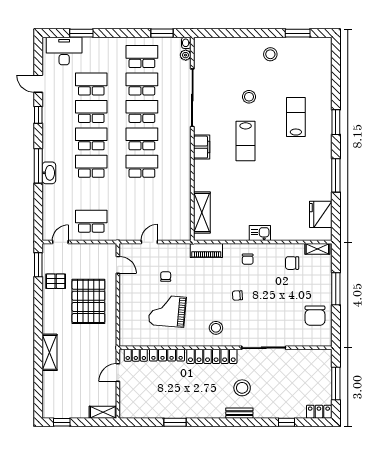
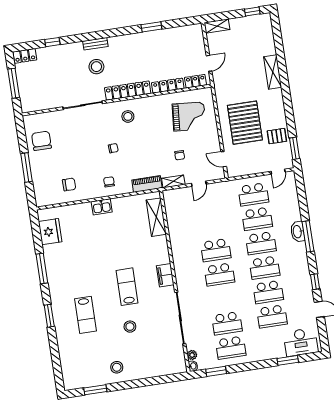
school desk: (142, 111) -> (257, 219), moved
shelving: (317, 249) -> (173, 181), moved
grand piano: (167, 311) -> (189, 117), moved

